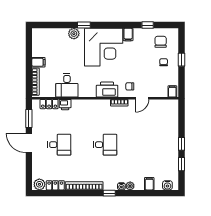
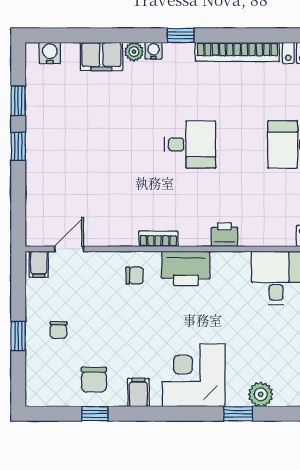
chair: (161, 42) -> (94, 380), moved
corner desk: (104, 47) -> (194, 375), width x0.74, depth x0.74
door: (142, 98) -> (69, 249), moved
printer: (65, 105) -> (224, 235), moved
desk: (105, 145) -> (190, 144), turned 180
filing cabinet: (149, 184) -> (101, 56), width x2.00

